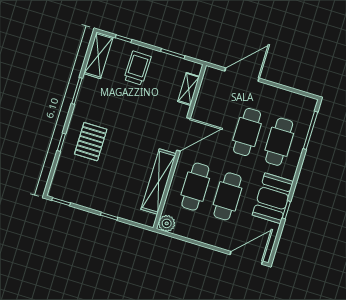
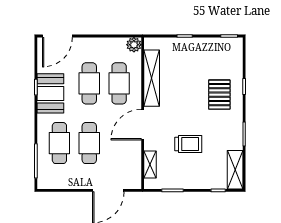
trolley: (137, 68) -> (188, 144), moved, turned -91

